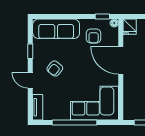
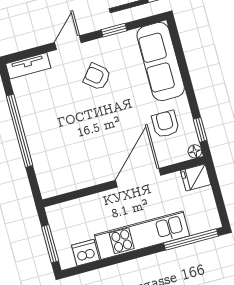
armchair: (94, 36) -> (165, 124), turned 90
corner sofa: (95, 103) -> (59, 154), removed

